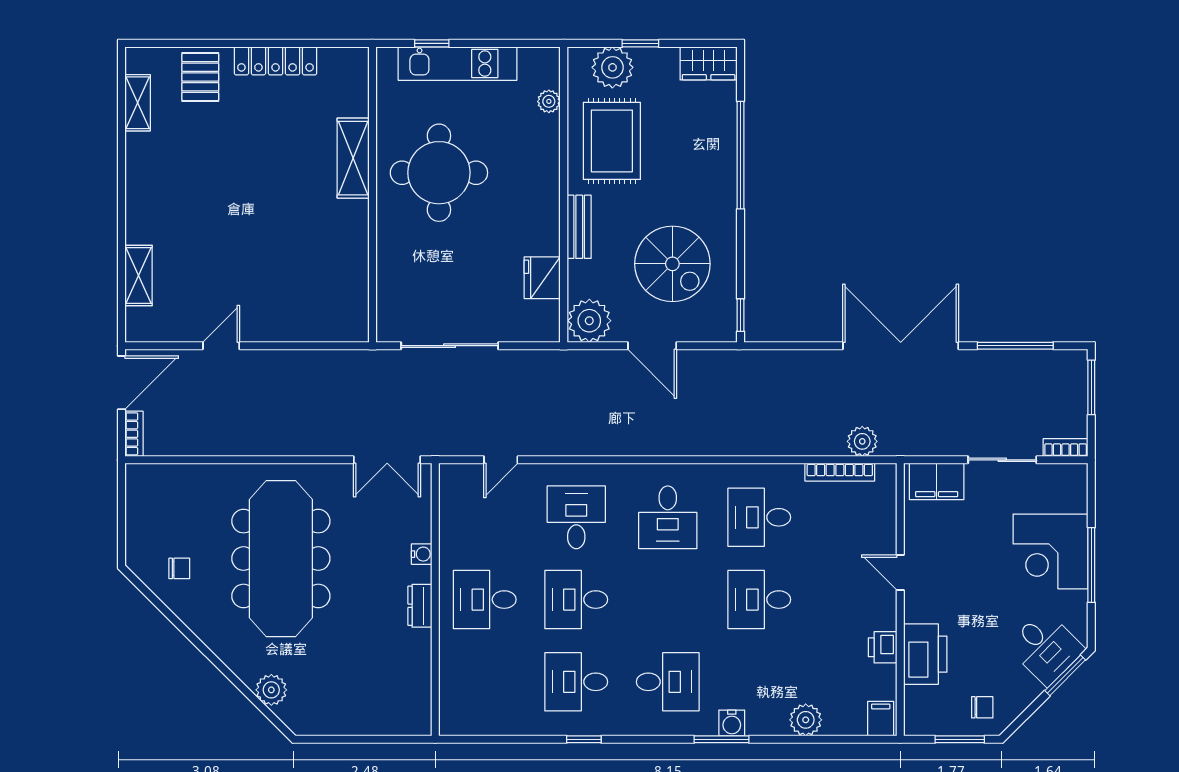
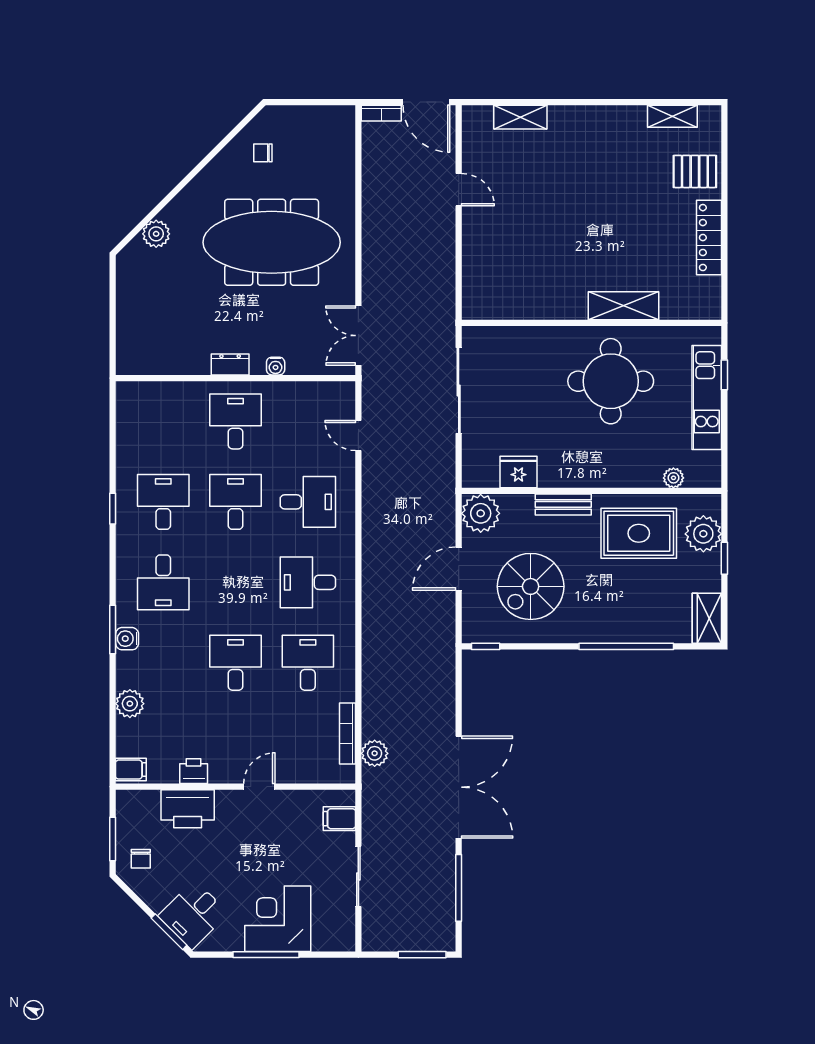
bookcase: (1066, 447) -> (369, 932), removed
filing cabinet: (937, 481) -> (339, 819), width x0.50
chair: (179, 568) -> (263, 153), turned 90

